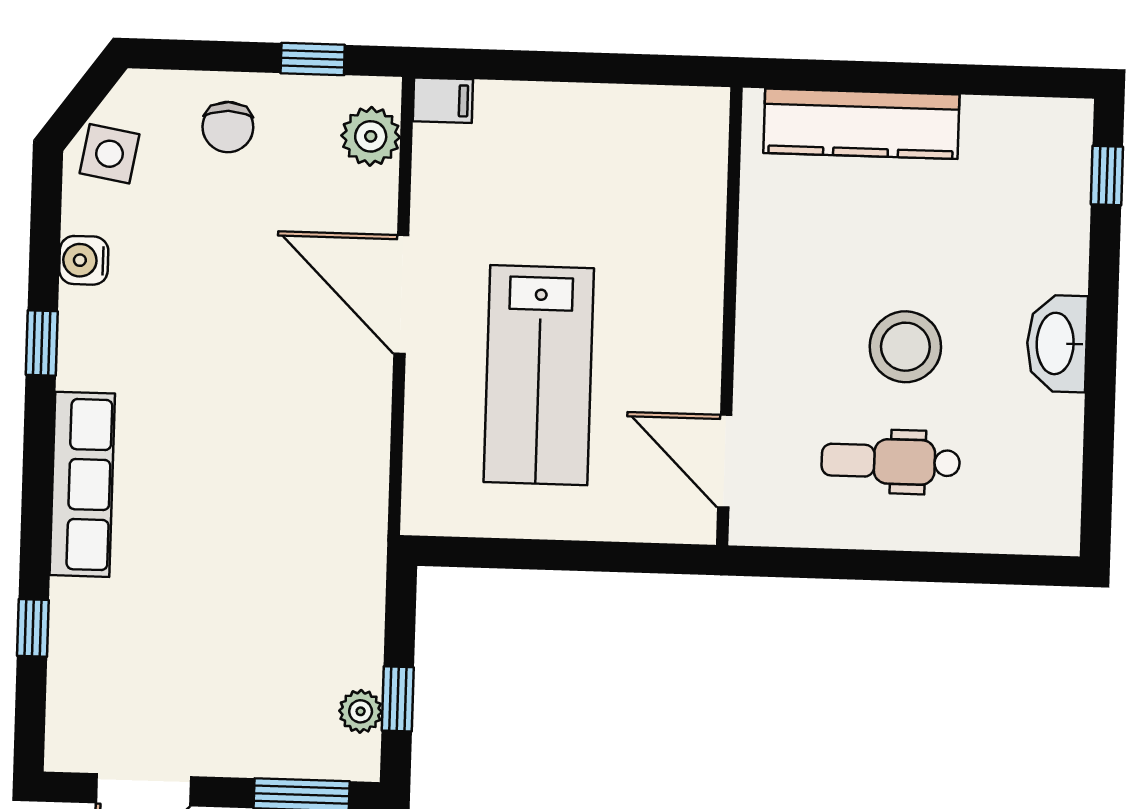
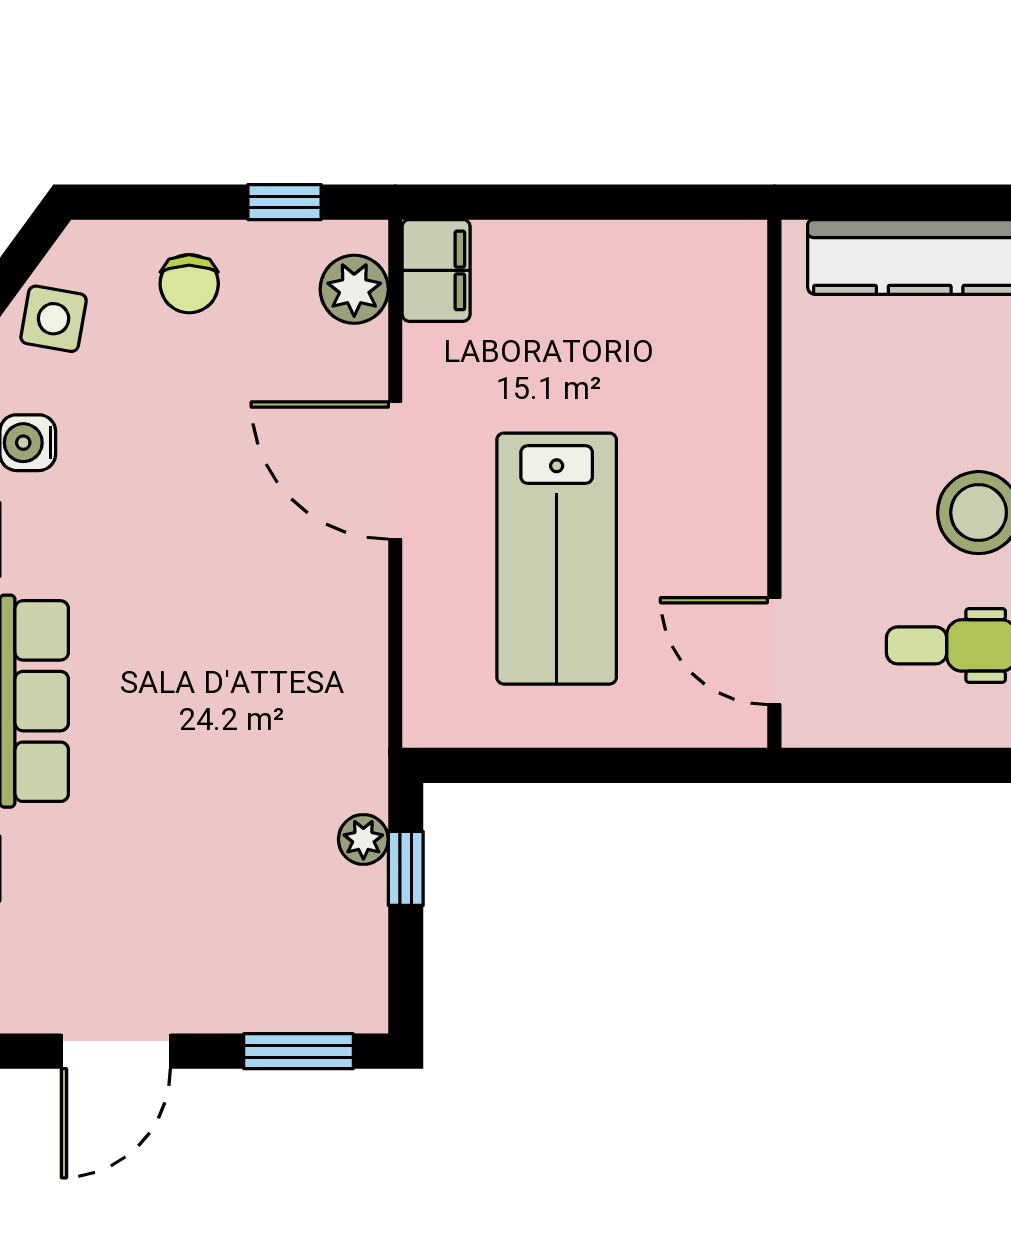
filing cabinet: (443, 100) -> (436, 270), width x2.00
window: (398, 699) -> (406, 868), moved
plant: (361, 711) -> (363, 839), moved

